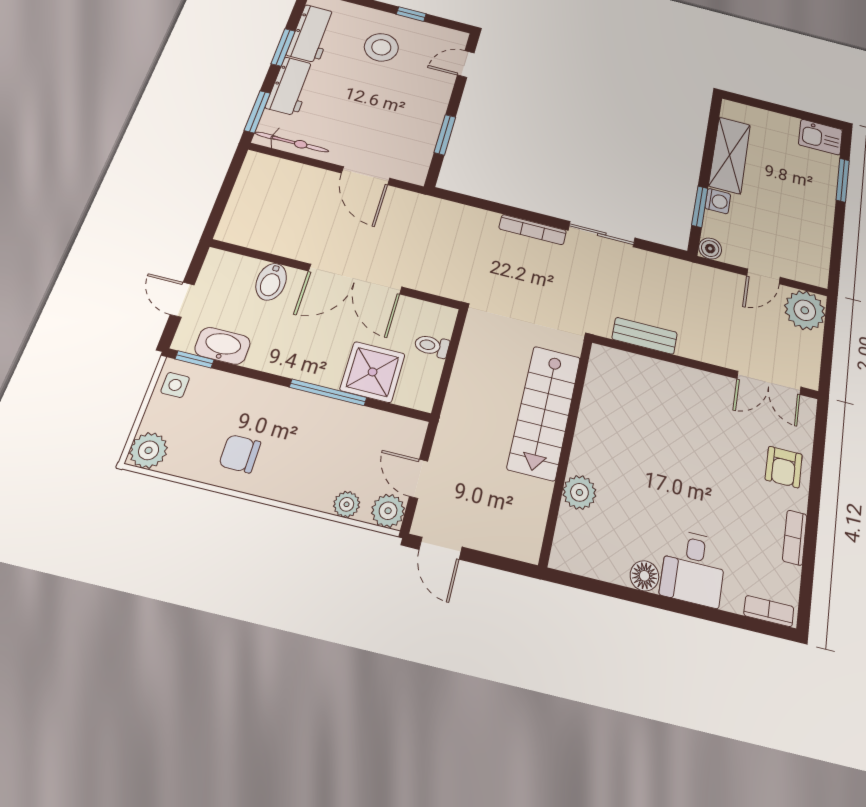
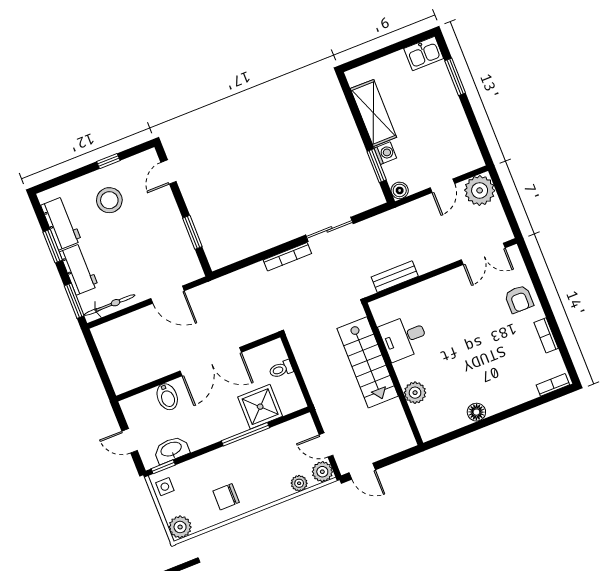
desk: (693, 568) -> (404, 337), moved, turned 90

